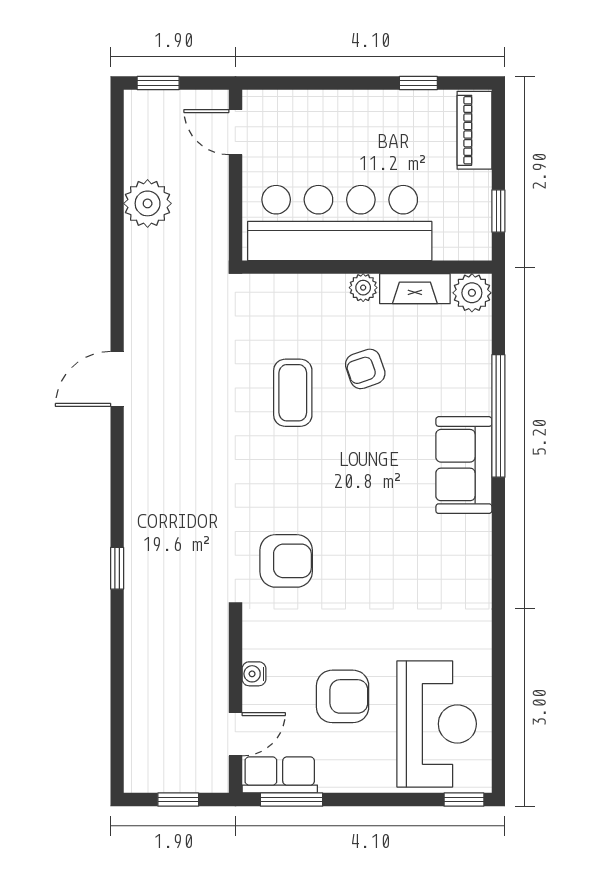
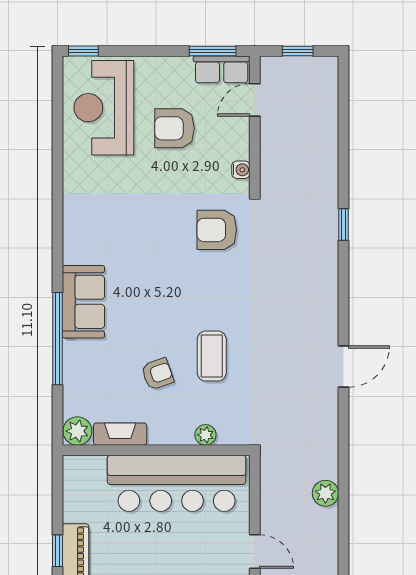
plant: (148, 203) -> (325, 493), width x0.73, depth x0.73
window: (498, 211) -> (58, 551), moved
plant: (363, 288) -> (205, 435), moved
water cooler: (254, 674) -> (241, 170), moved

